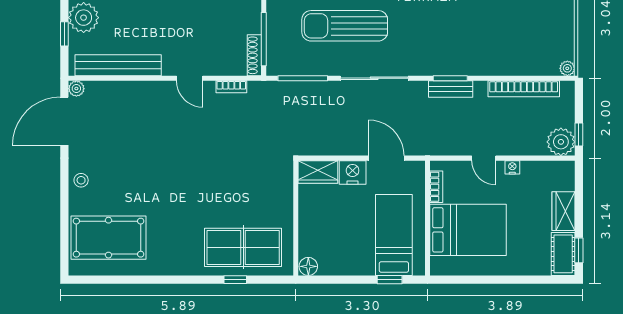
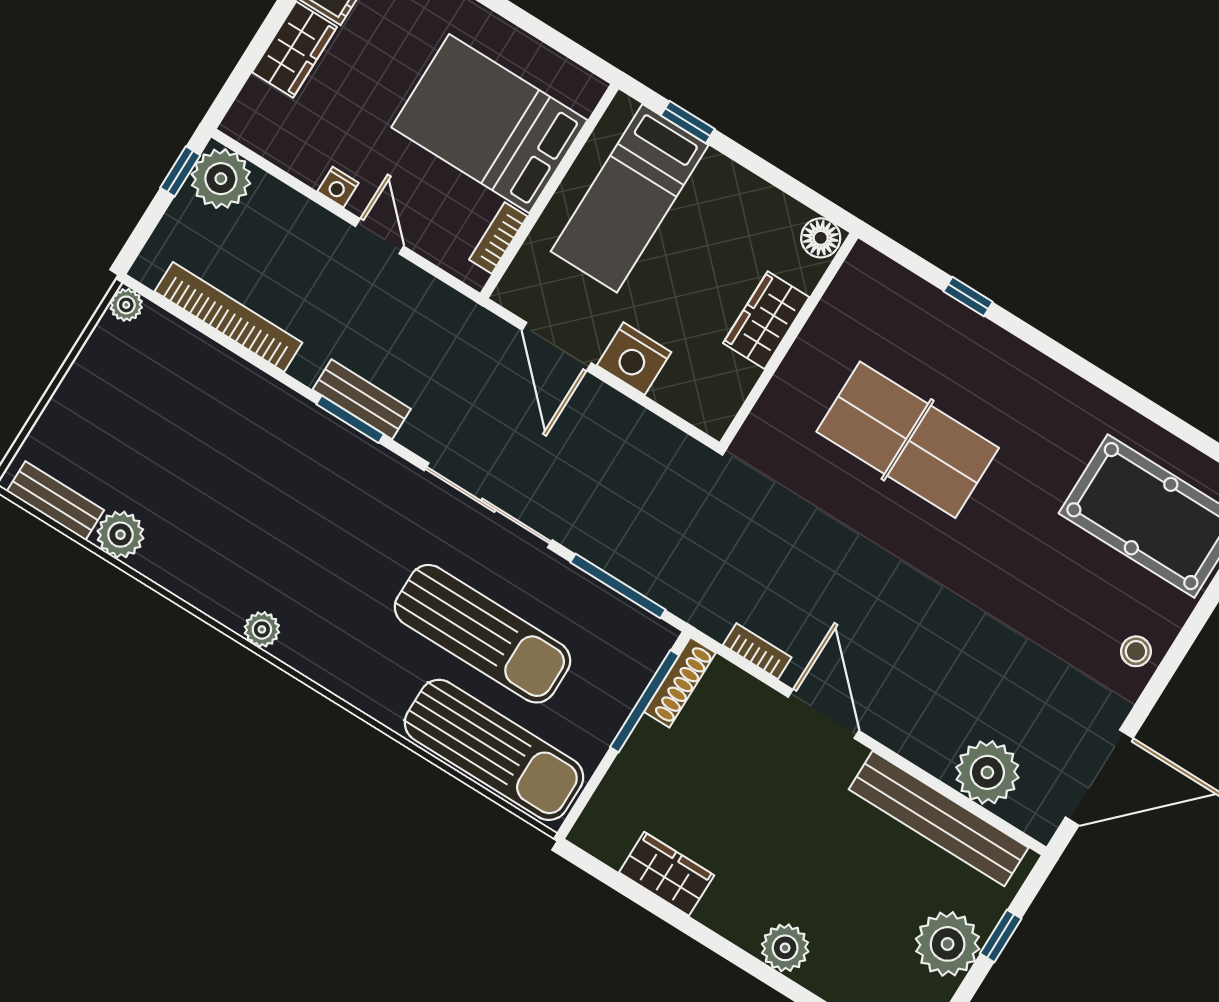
door: (190, 78) -> (824, 714), width x1.38
plant: (76, 89) -> (987, 772), moved, width x1.88, depth x1.88
wardrobe: (318, 172) -> (766, 320), moved, turned -90
table tennis table: (243, 247) -> (908, 440), moved

